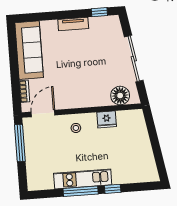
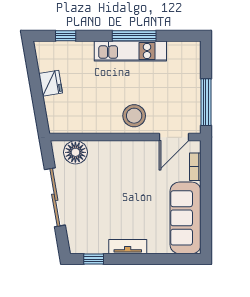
fridge: (107, 119) -> (51, 83), moved, turned 80
stool: (76, 128) -> (134, 116), width x1.89, depth x1.89
window: (113, 189) -> (66, 36), moved

